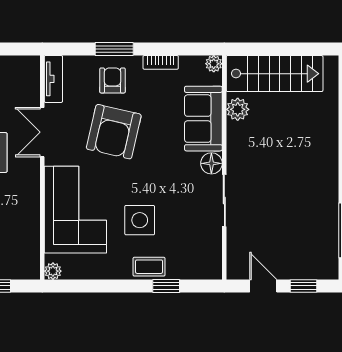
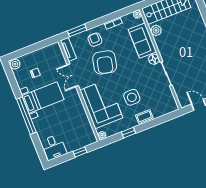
window: (114, 49) -> (77, 30), moved
window: (166, 286) -> (129, 133), moved

